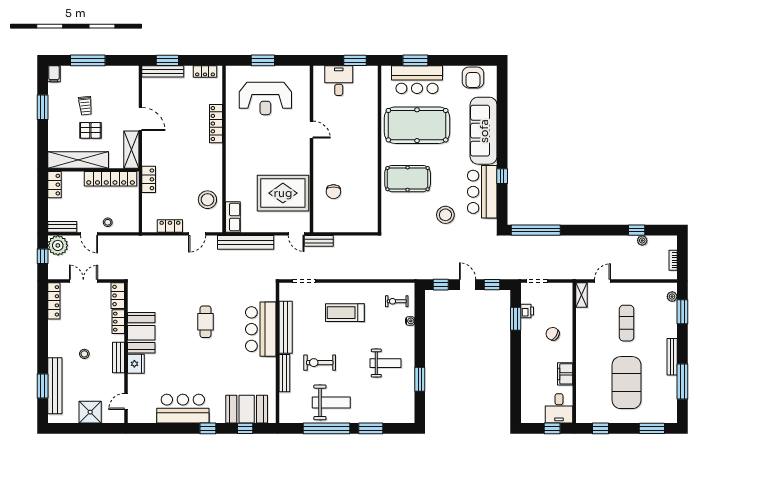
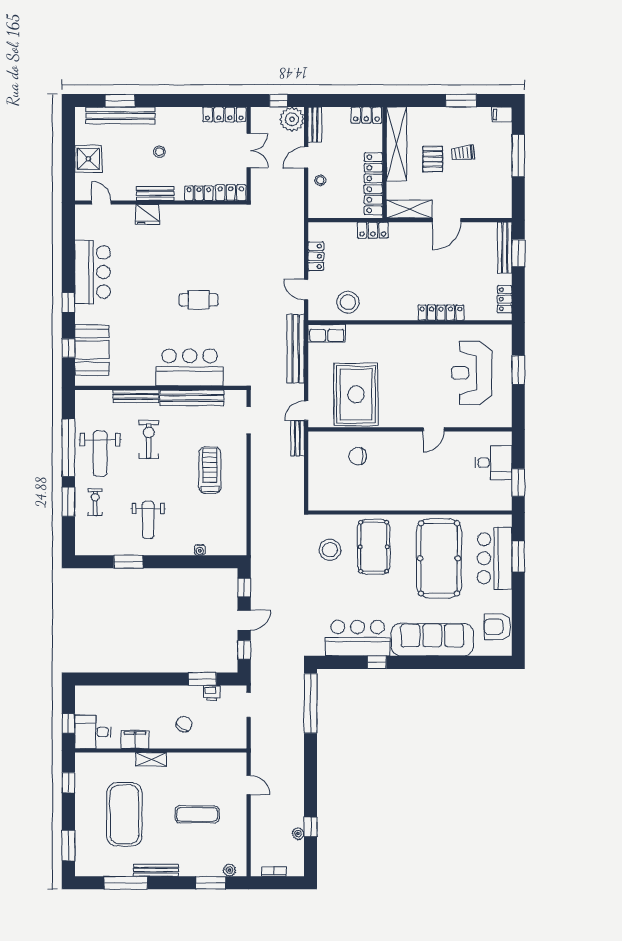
stool: (445, 215) -> (330, 550), moved
shelving: (581, 295) -> (151, 759), moved
exercise bike: (397, 301) -> (95, 502), moved
booth: (141, 333) -> (185, 221), removed
exercise mat: (627, 383) -> (124, 814), turned 90

